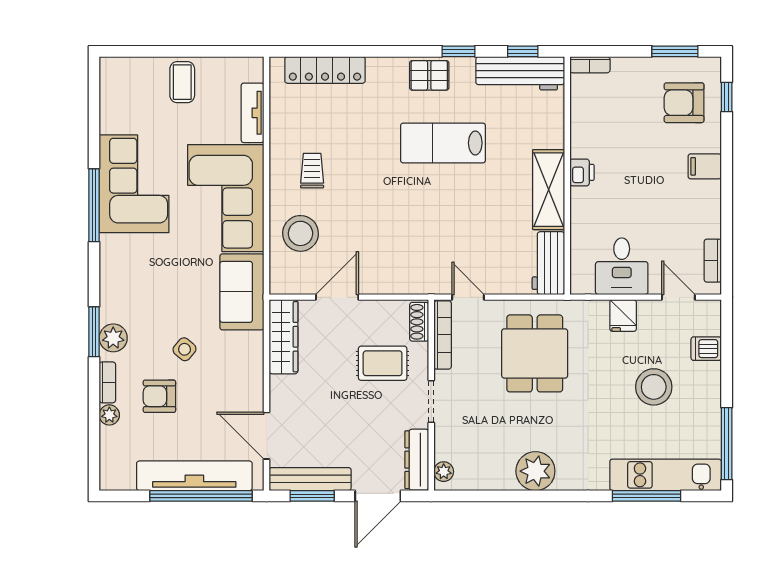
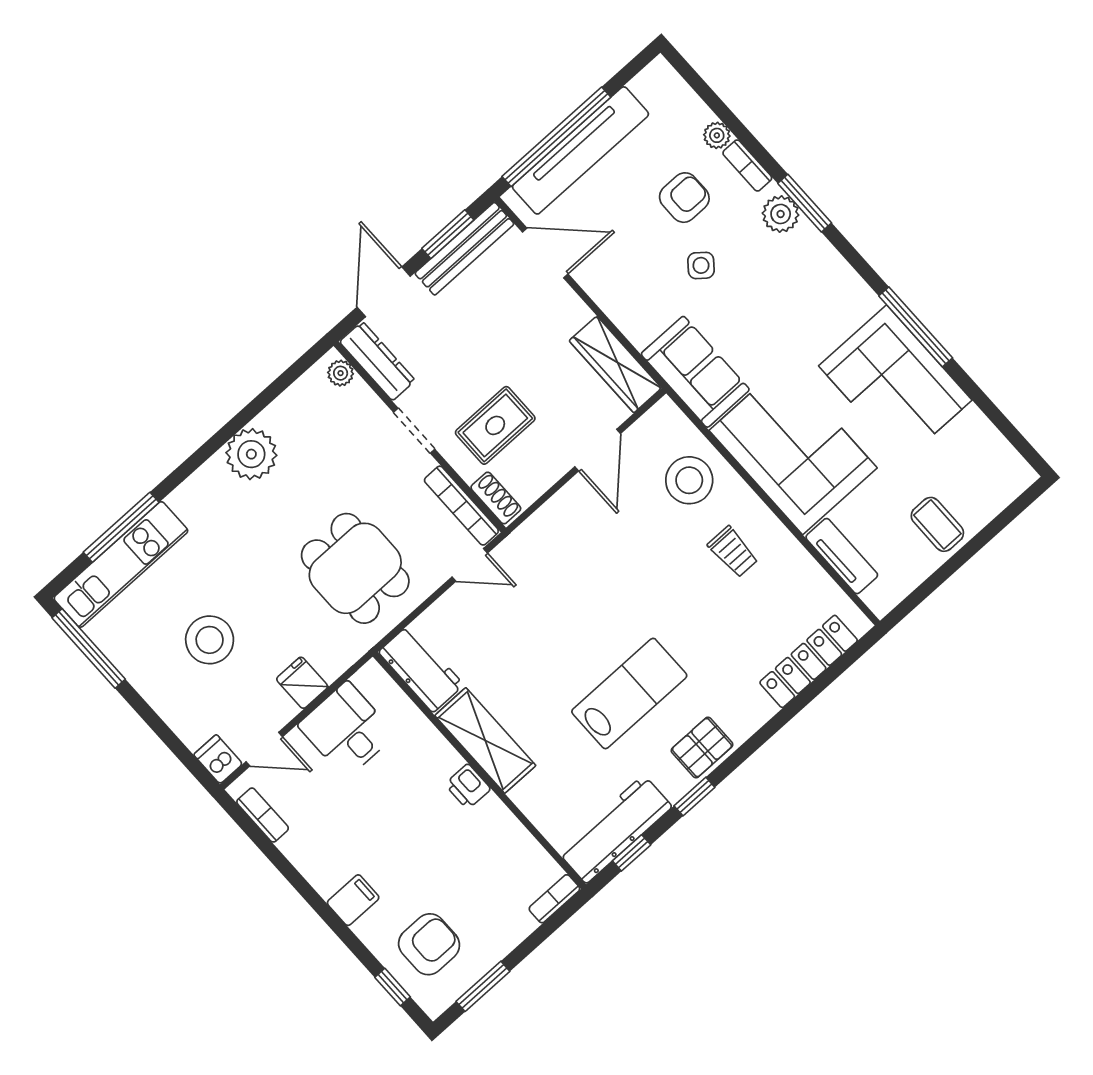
dishwasher: (706, 349) -> (218, 759), moved, turned -90

